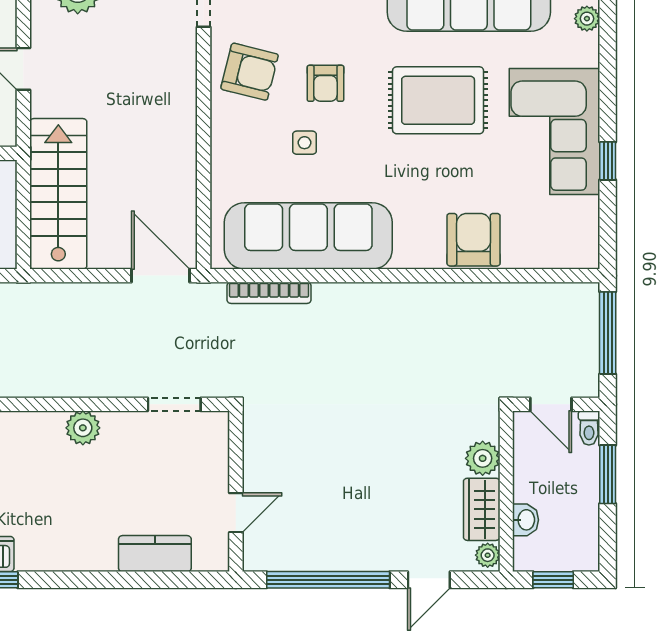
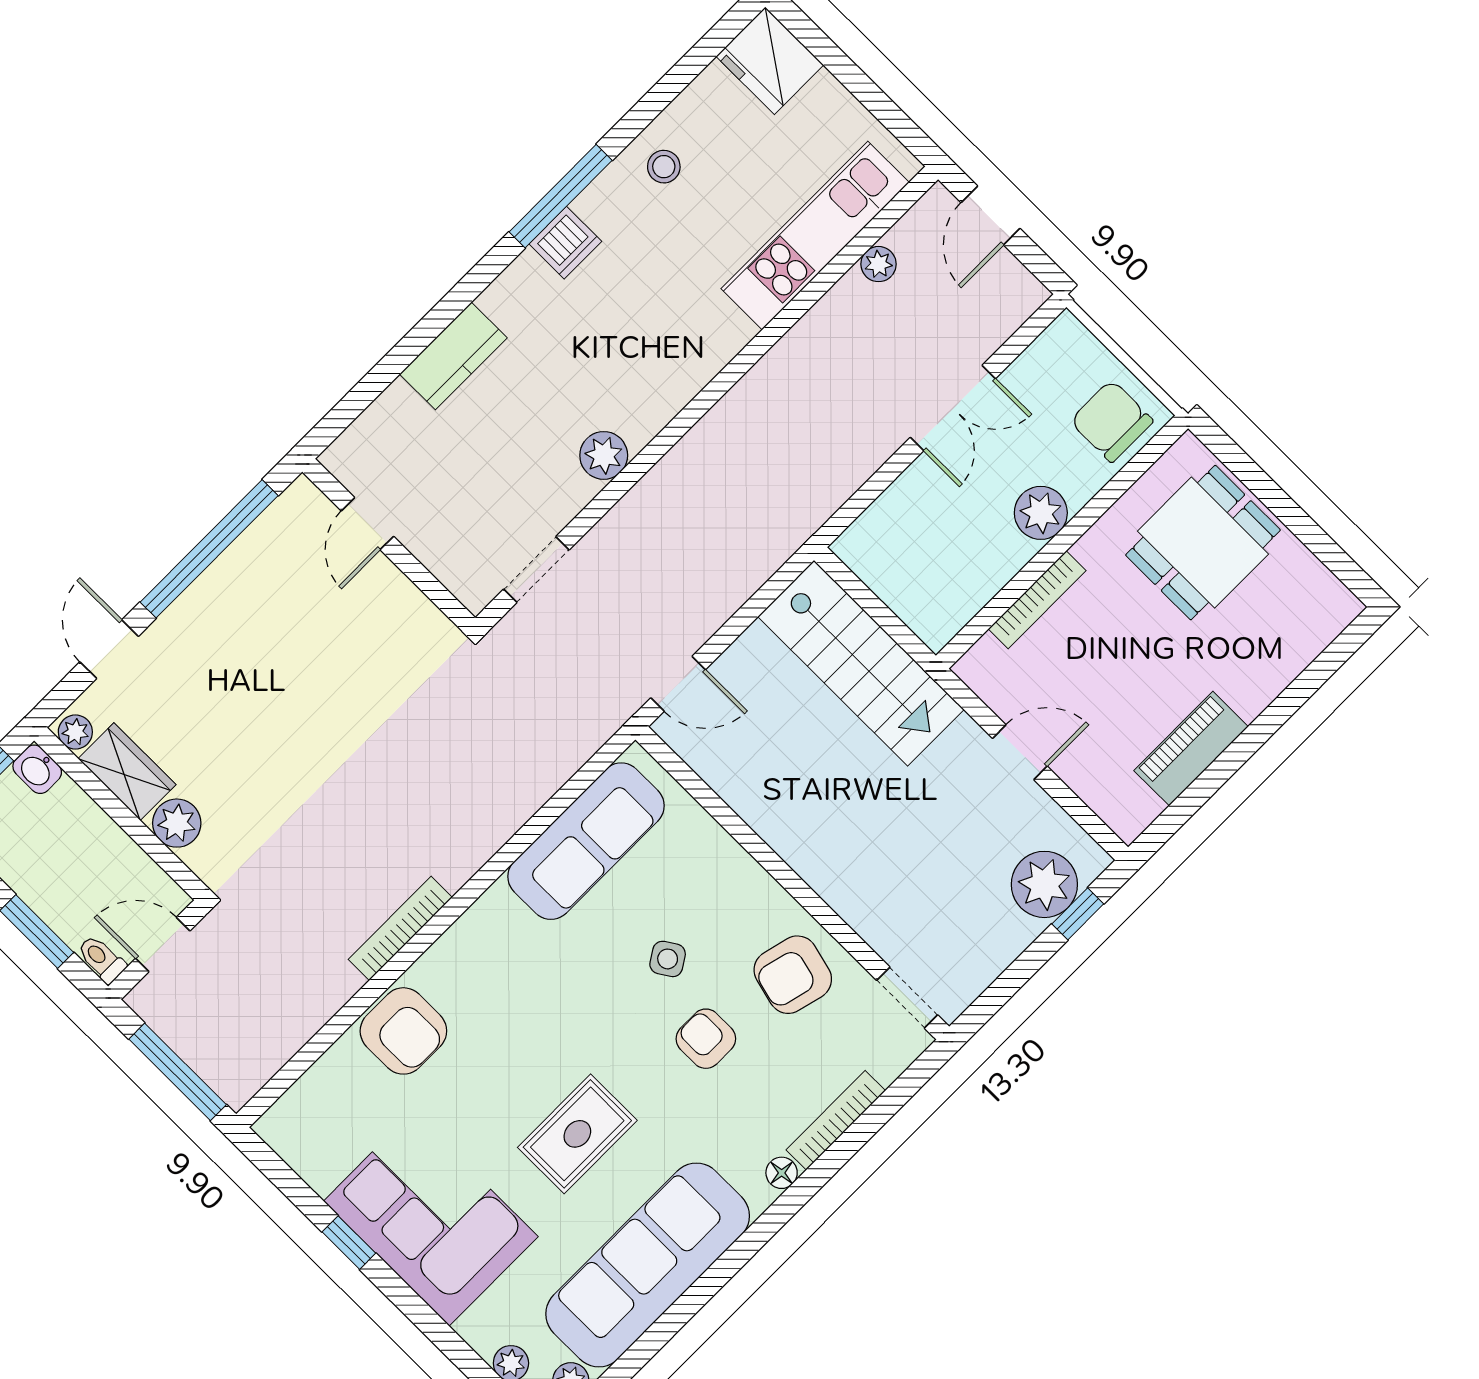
rug: (438, 100) -> (577, 1134), width x0.73, depth x0.70
side table: (305, 143) -> (668, 959), turned -33
sofa: (308, 236) -> (586, 841), width x0.74, depth x0.79
door: (160, 276) -> (678, 684), width x0.73
bookcase: (269, 293) -> (400, 928), moved
washbasin: (526, 520) -> (37, 769), moved
kitchen counter: (155, 554) -> (453, 356), moved

